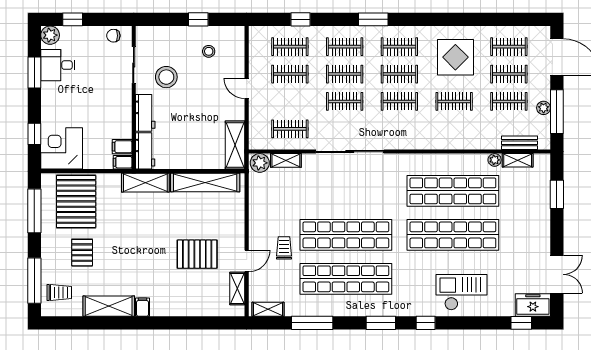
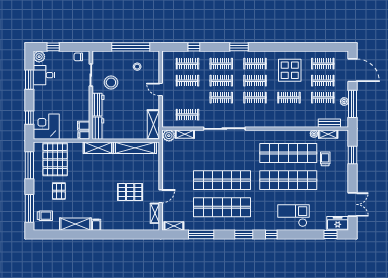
window: (198, 19) -> (131, 47), width x3.17
trolley: (284, 248) -> (325, 159), moved

